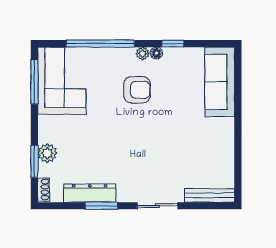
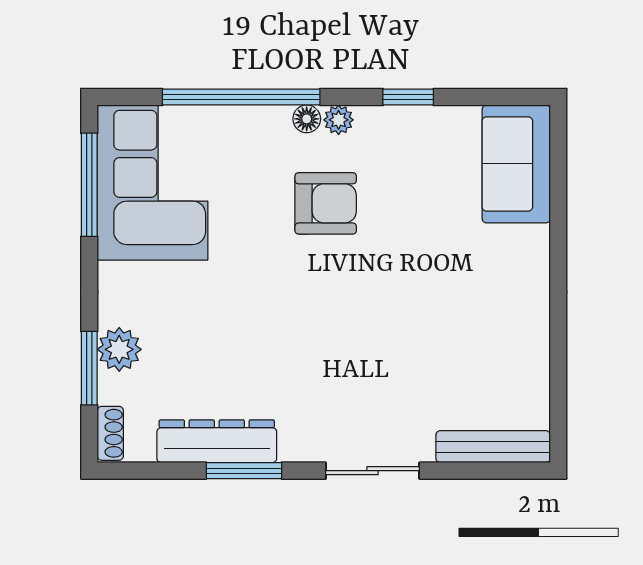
floor lamp: (156, 53) -> (307, 119), moved
sofa: (220, 82) -> (516, 164), width x0.73

